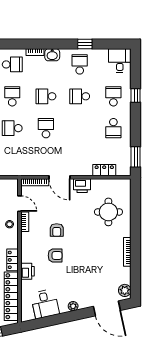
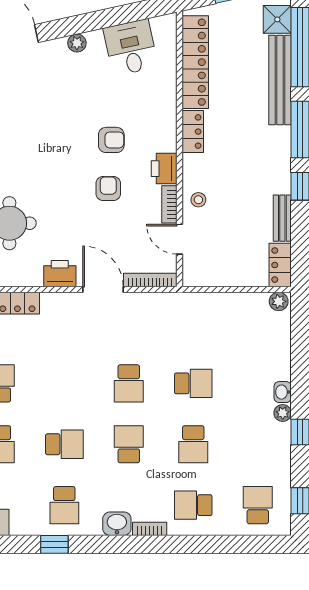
school desk: (46, 96) -> (129, 444), turned -90
armchair: (55, 255) -> (111, 140), turned 180
printer: (28, 271) -> (164, 169), moved

